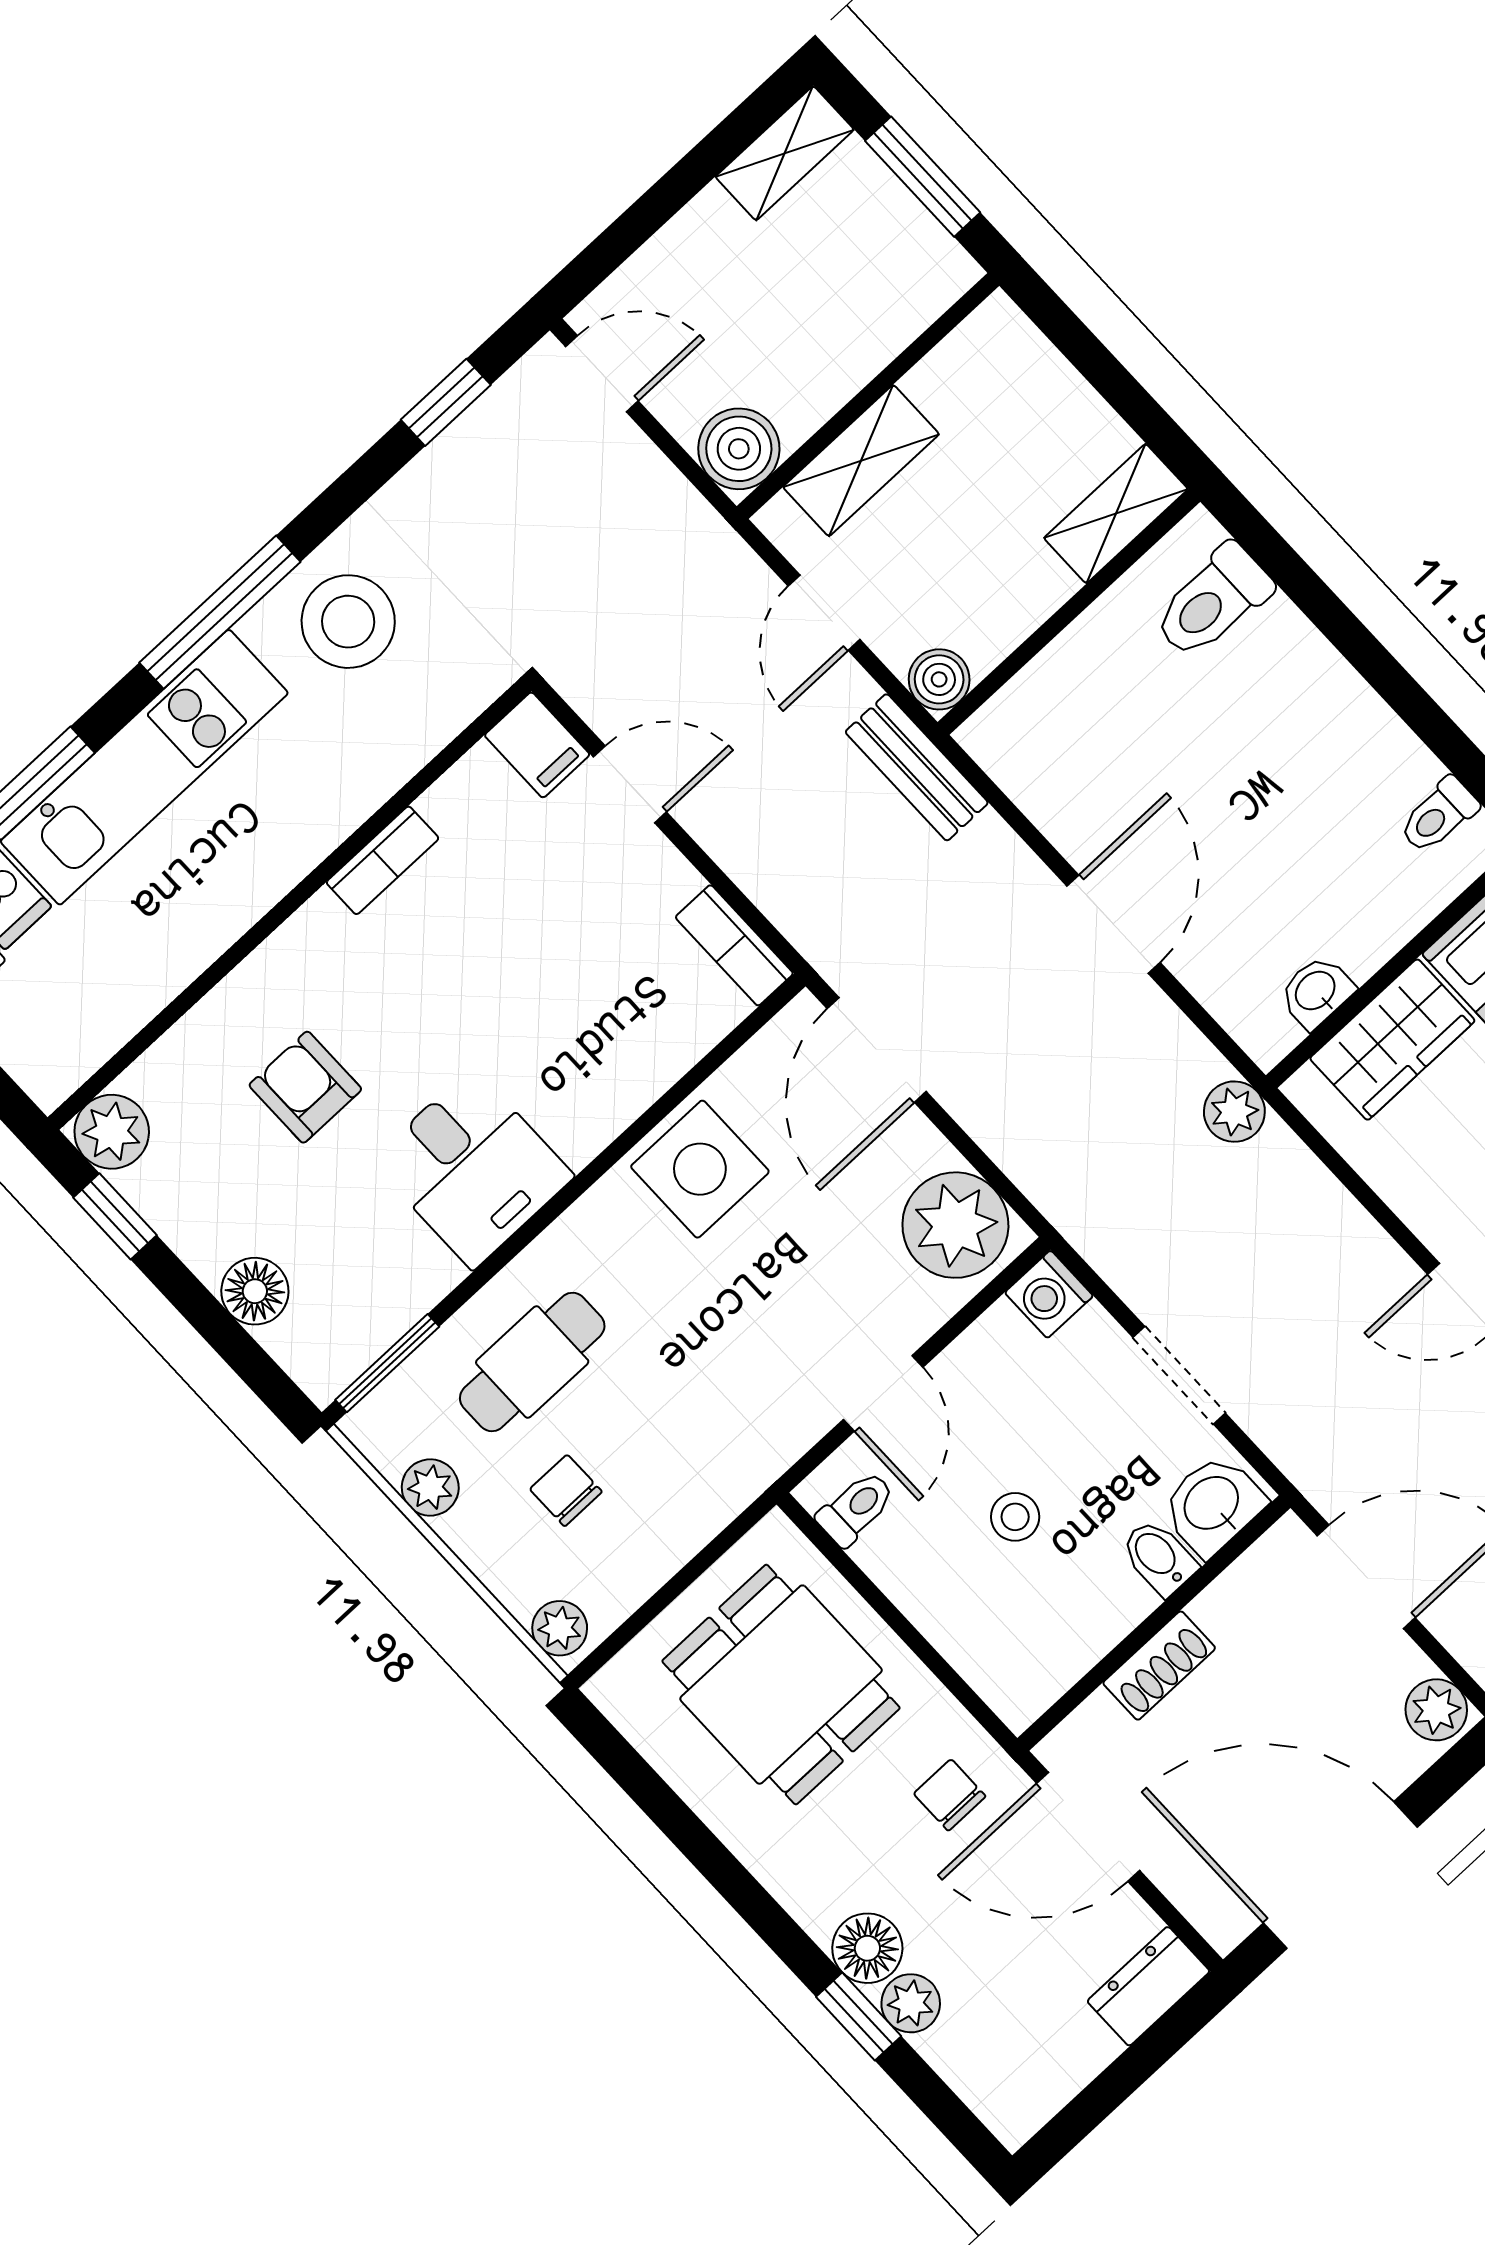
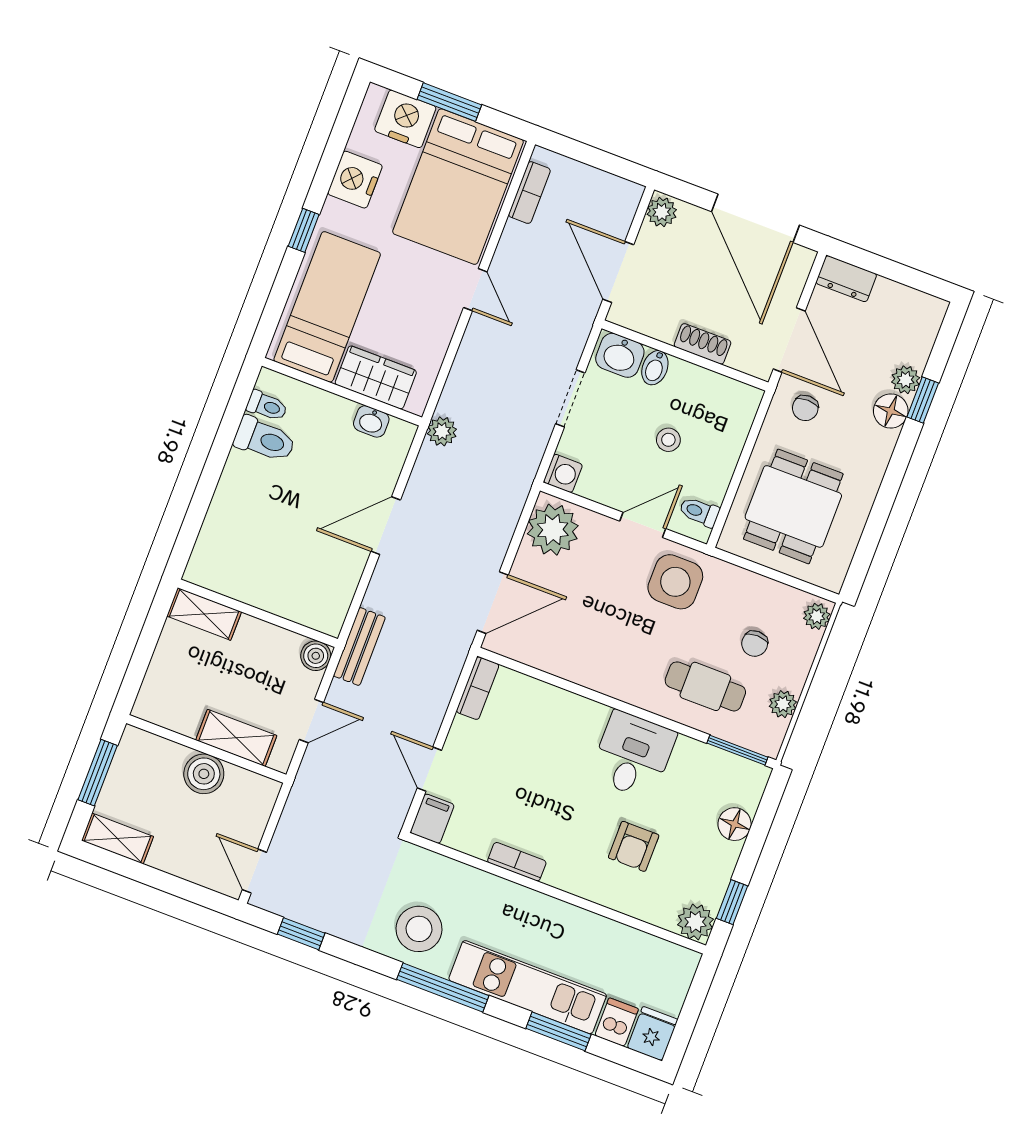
boiler: (739, 449) -> (204, 774), moved
toilet: (1213, 602) -> (265, 439), moved
side table: (700, 1169) -> (675, 582), moved

